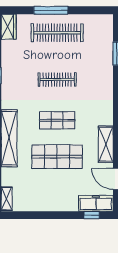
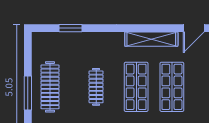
shop shelf: (57, 120) -> (136, 87), width x1.43, depth x1.36
shelving: (106, 144) -> (151, 39), width x1.47

